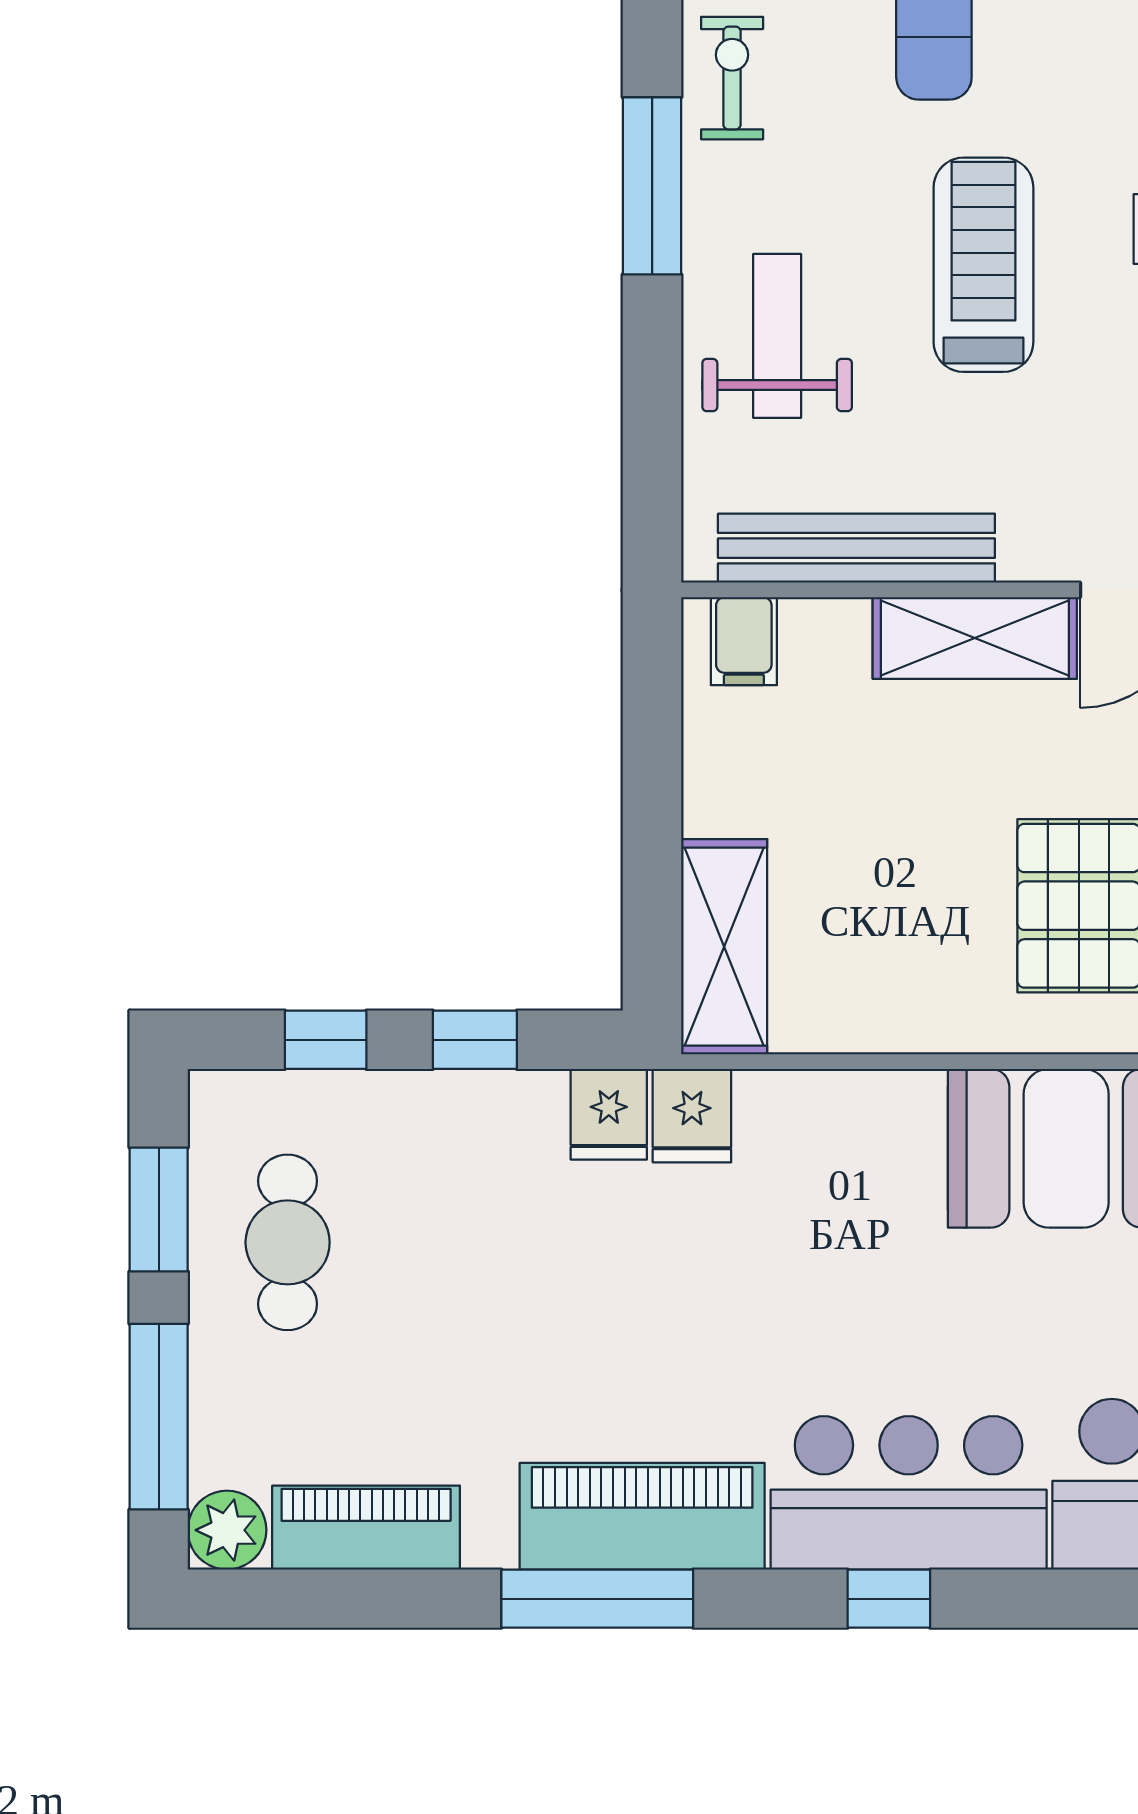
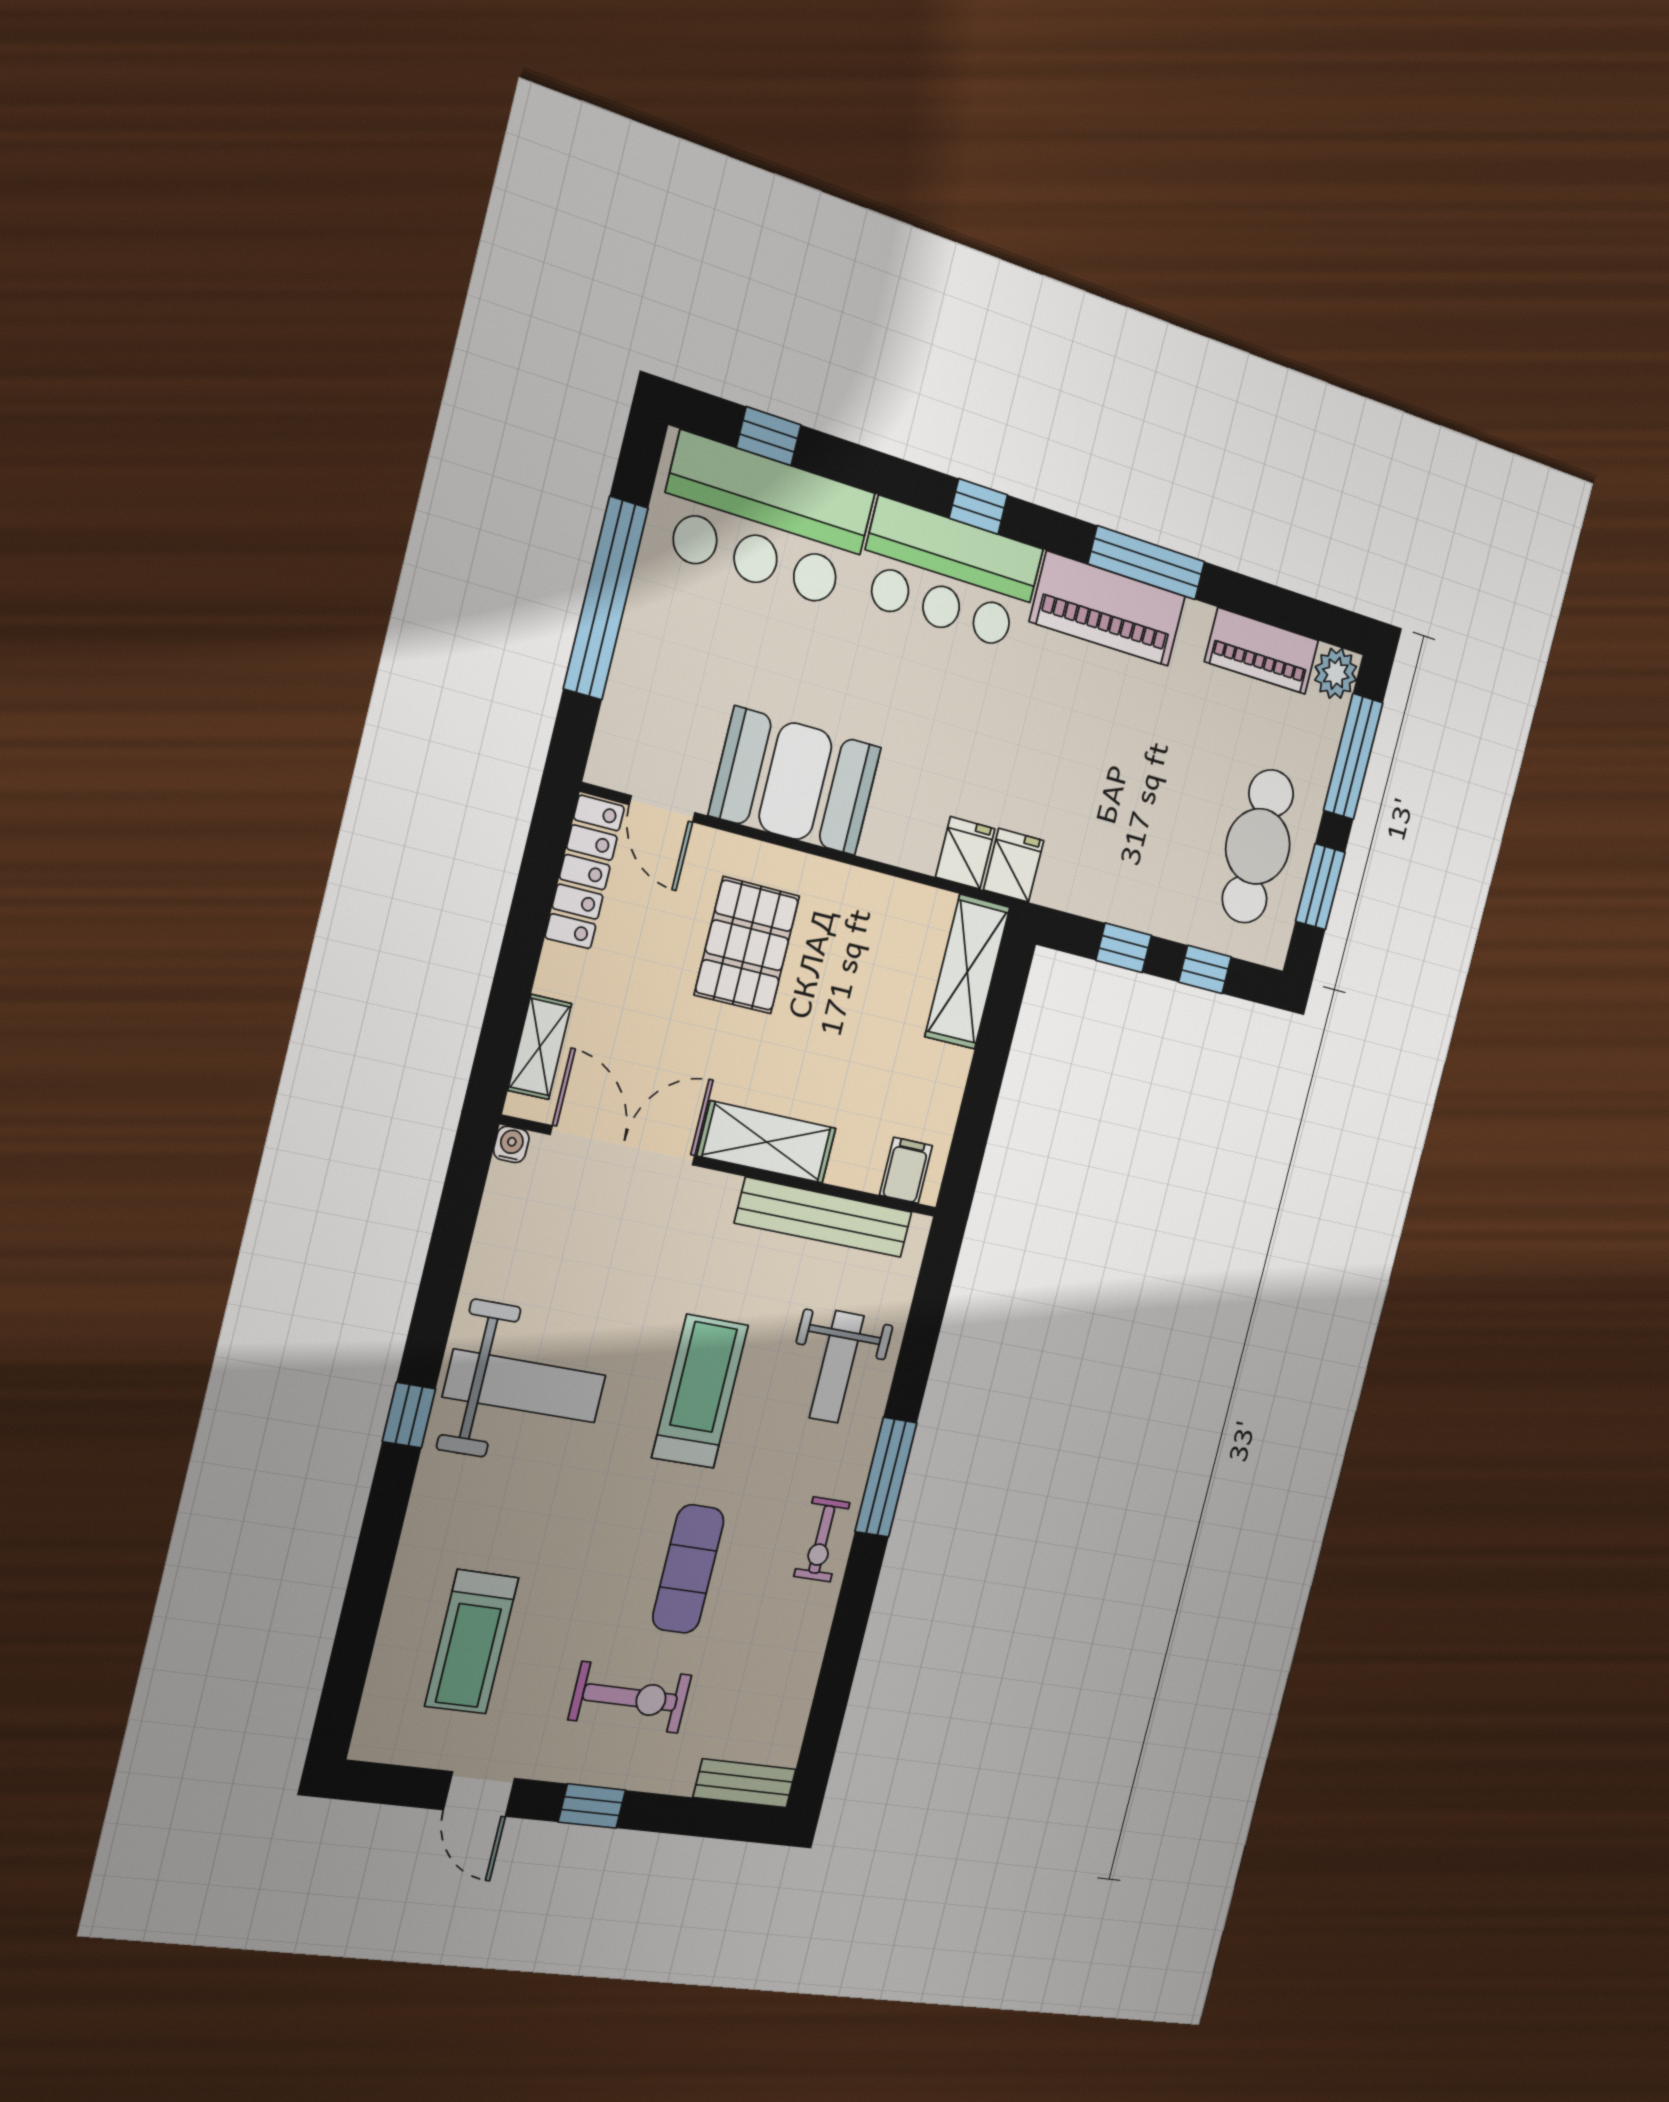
treadmill: (983, 265) -> (700, 1391), turned 180
fridge: (609, 1114) -> (965, 853), moved
cafe table: (288, 1242) -> (1258, 846), width x1.37, depth x1.35

